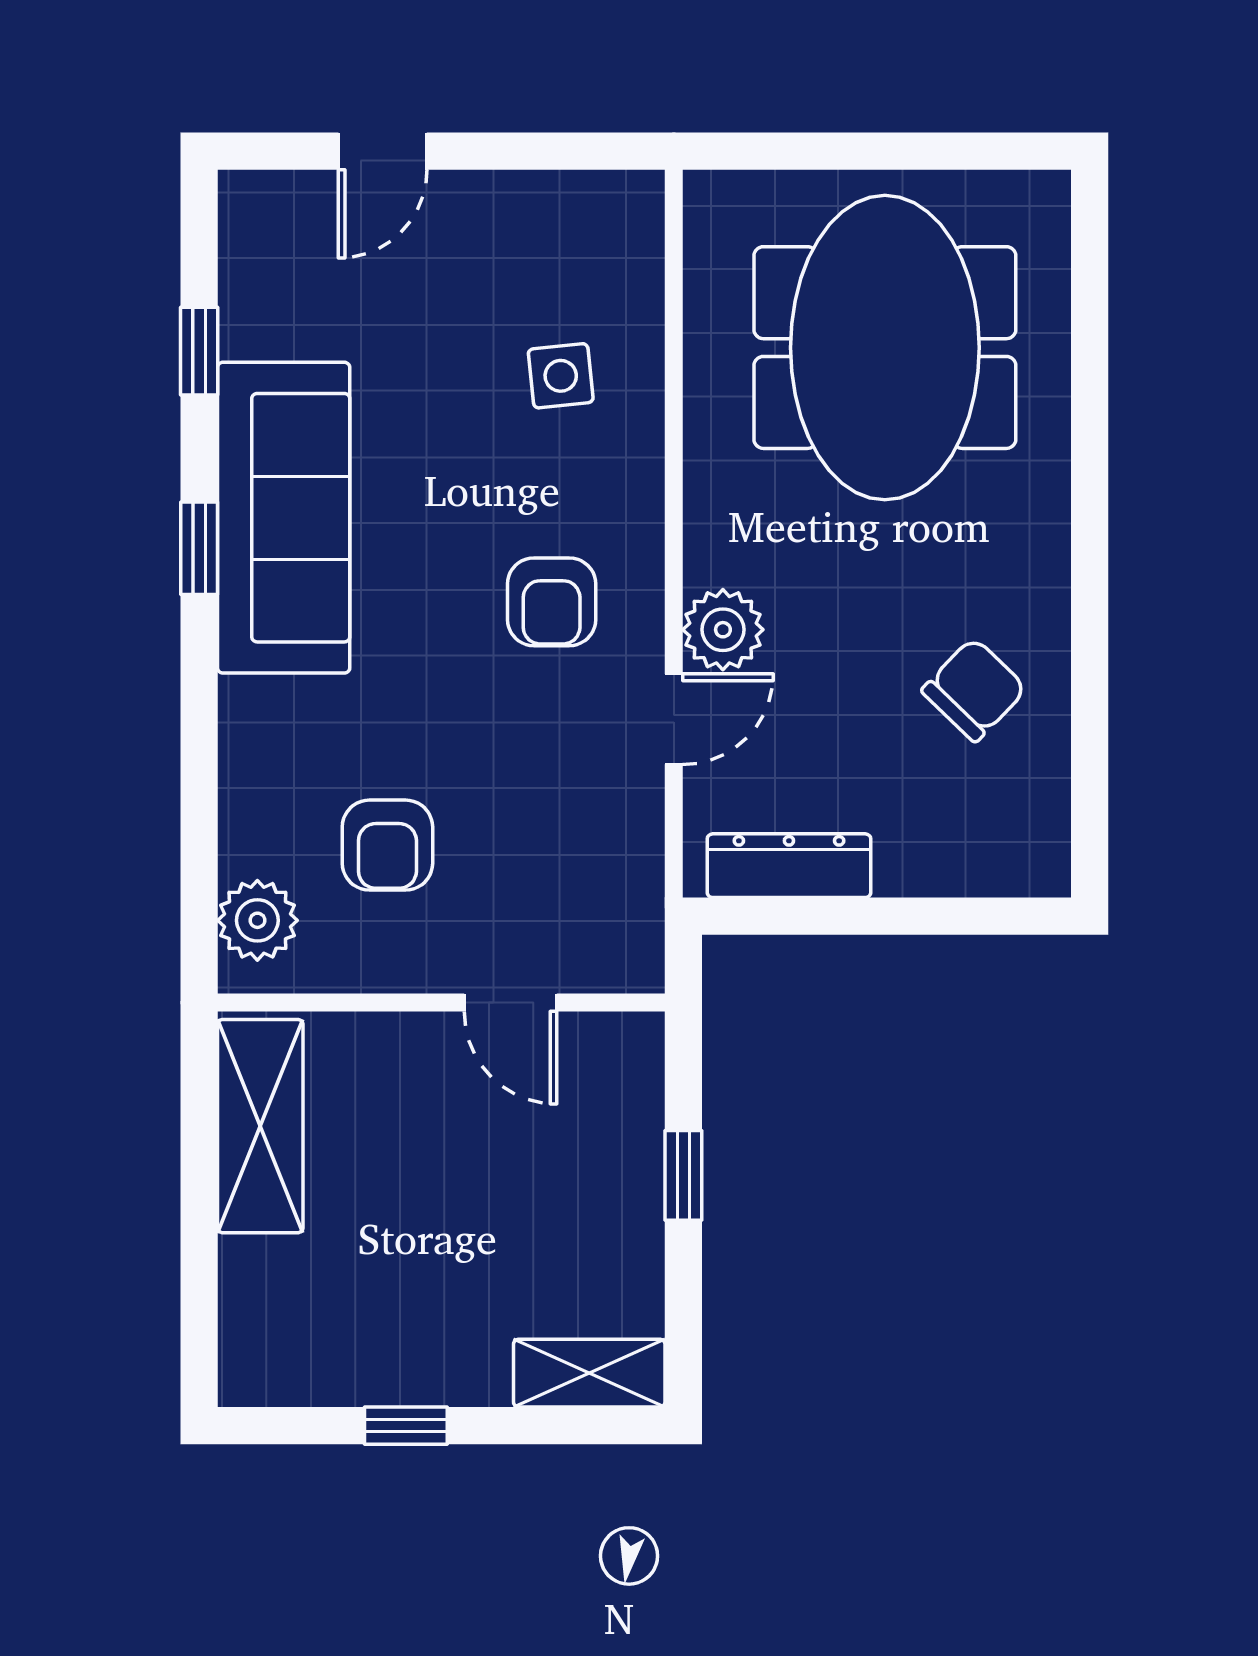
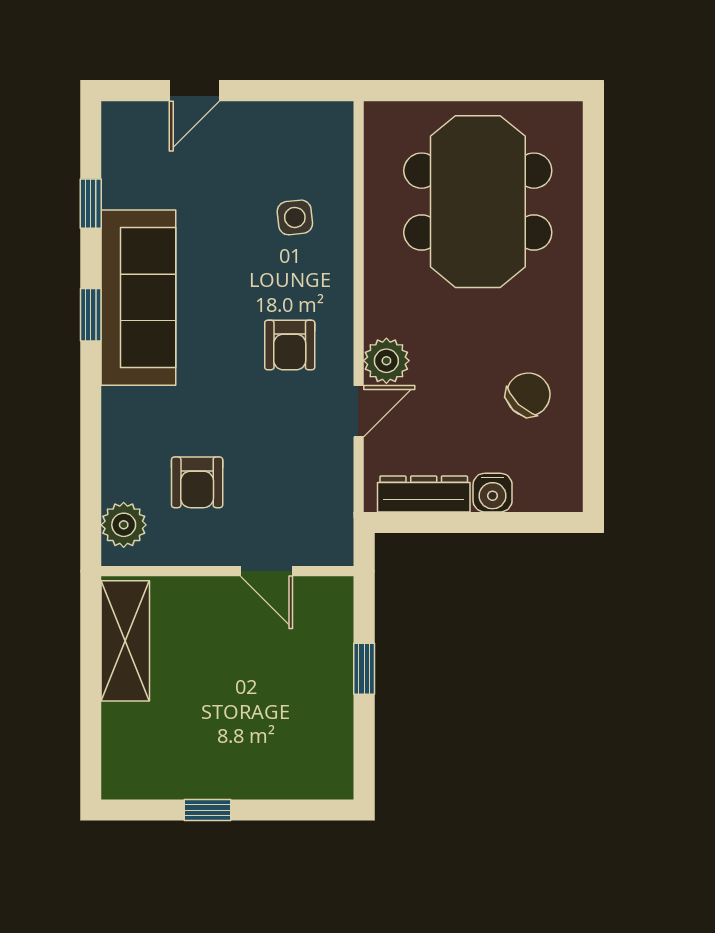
water cooler: (911, 863) -> (493, 493), added
shelving: (589, 1373) -> (311, 780), removed

